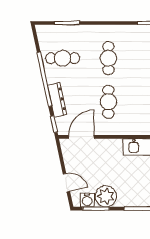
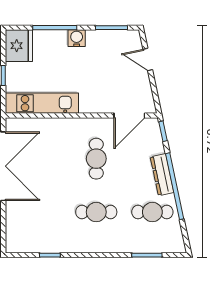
cafe table: (108, 58) -> (96, 212), turned 90
dresser: (57, 100) -> (162, 175), moved
plant: (106, 196) -> (99, 43), removed
water cooler: (87, 200) -> (77, 38), moved

